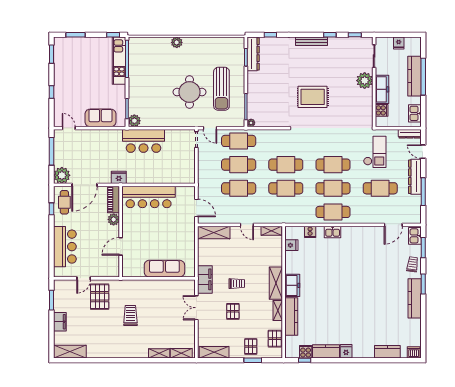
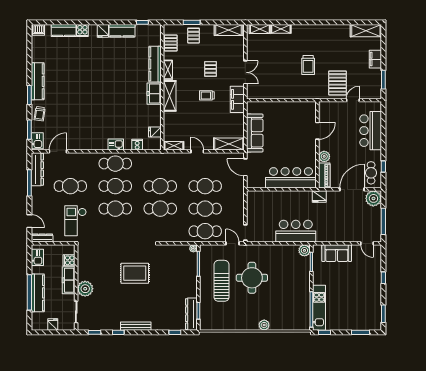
dresser: (415, 177) -> (37, 169), moved
sofa: (164, 269) -> (255, 133), moved, turned -90
cooker: (306, 352) -> (82, 30), moved

